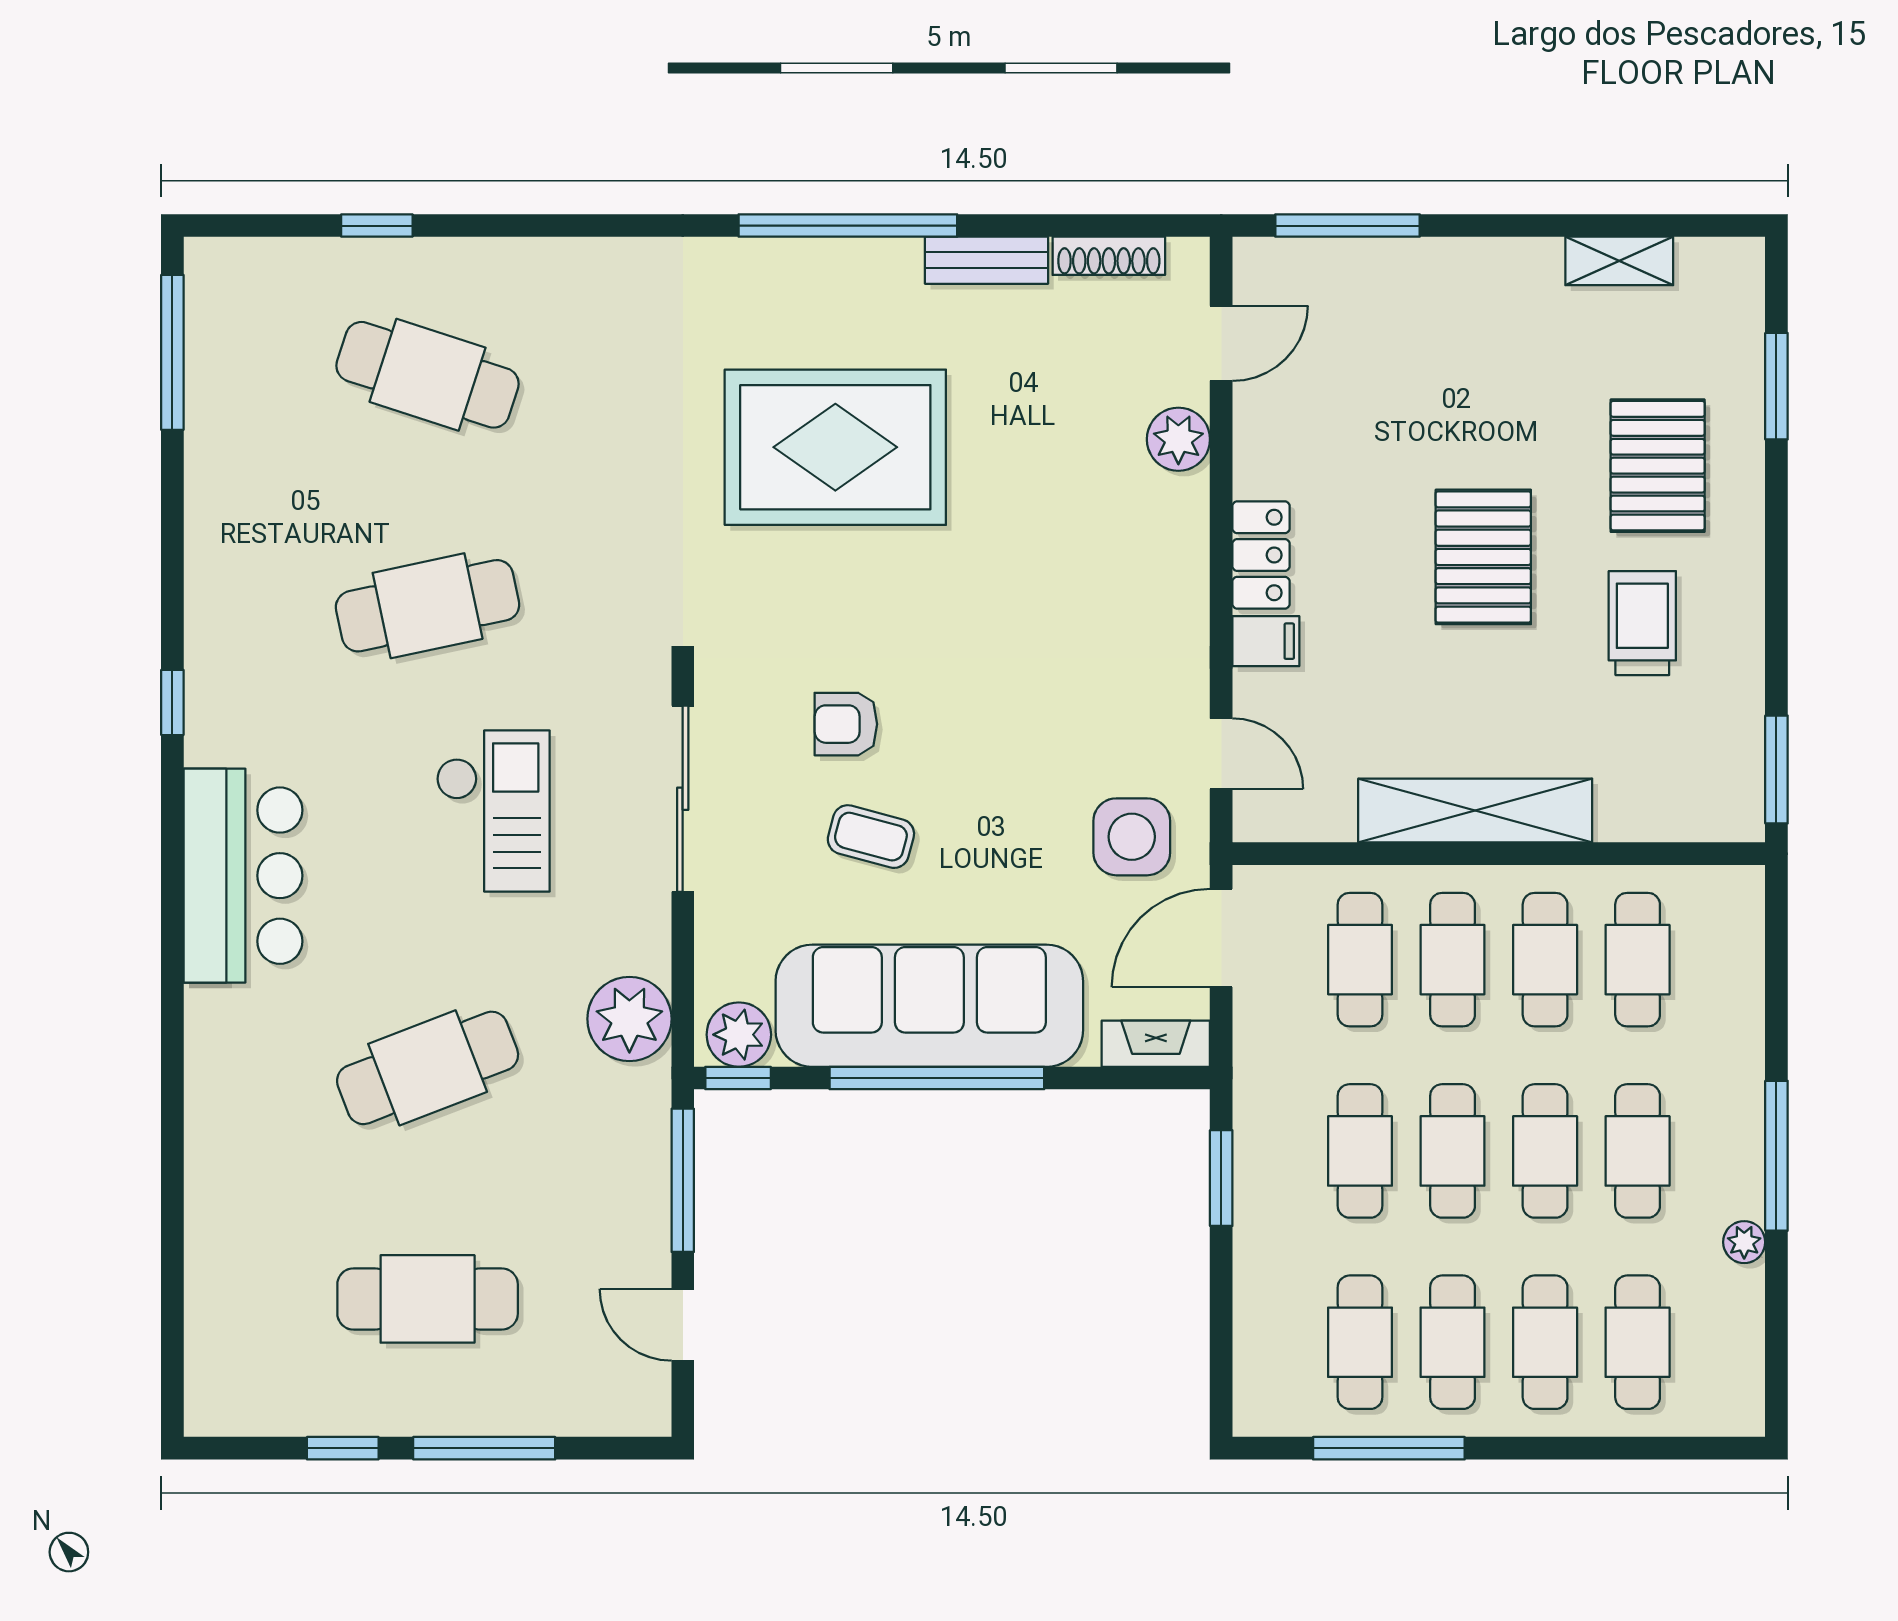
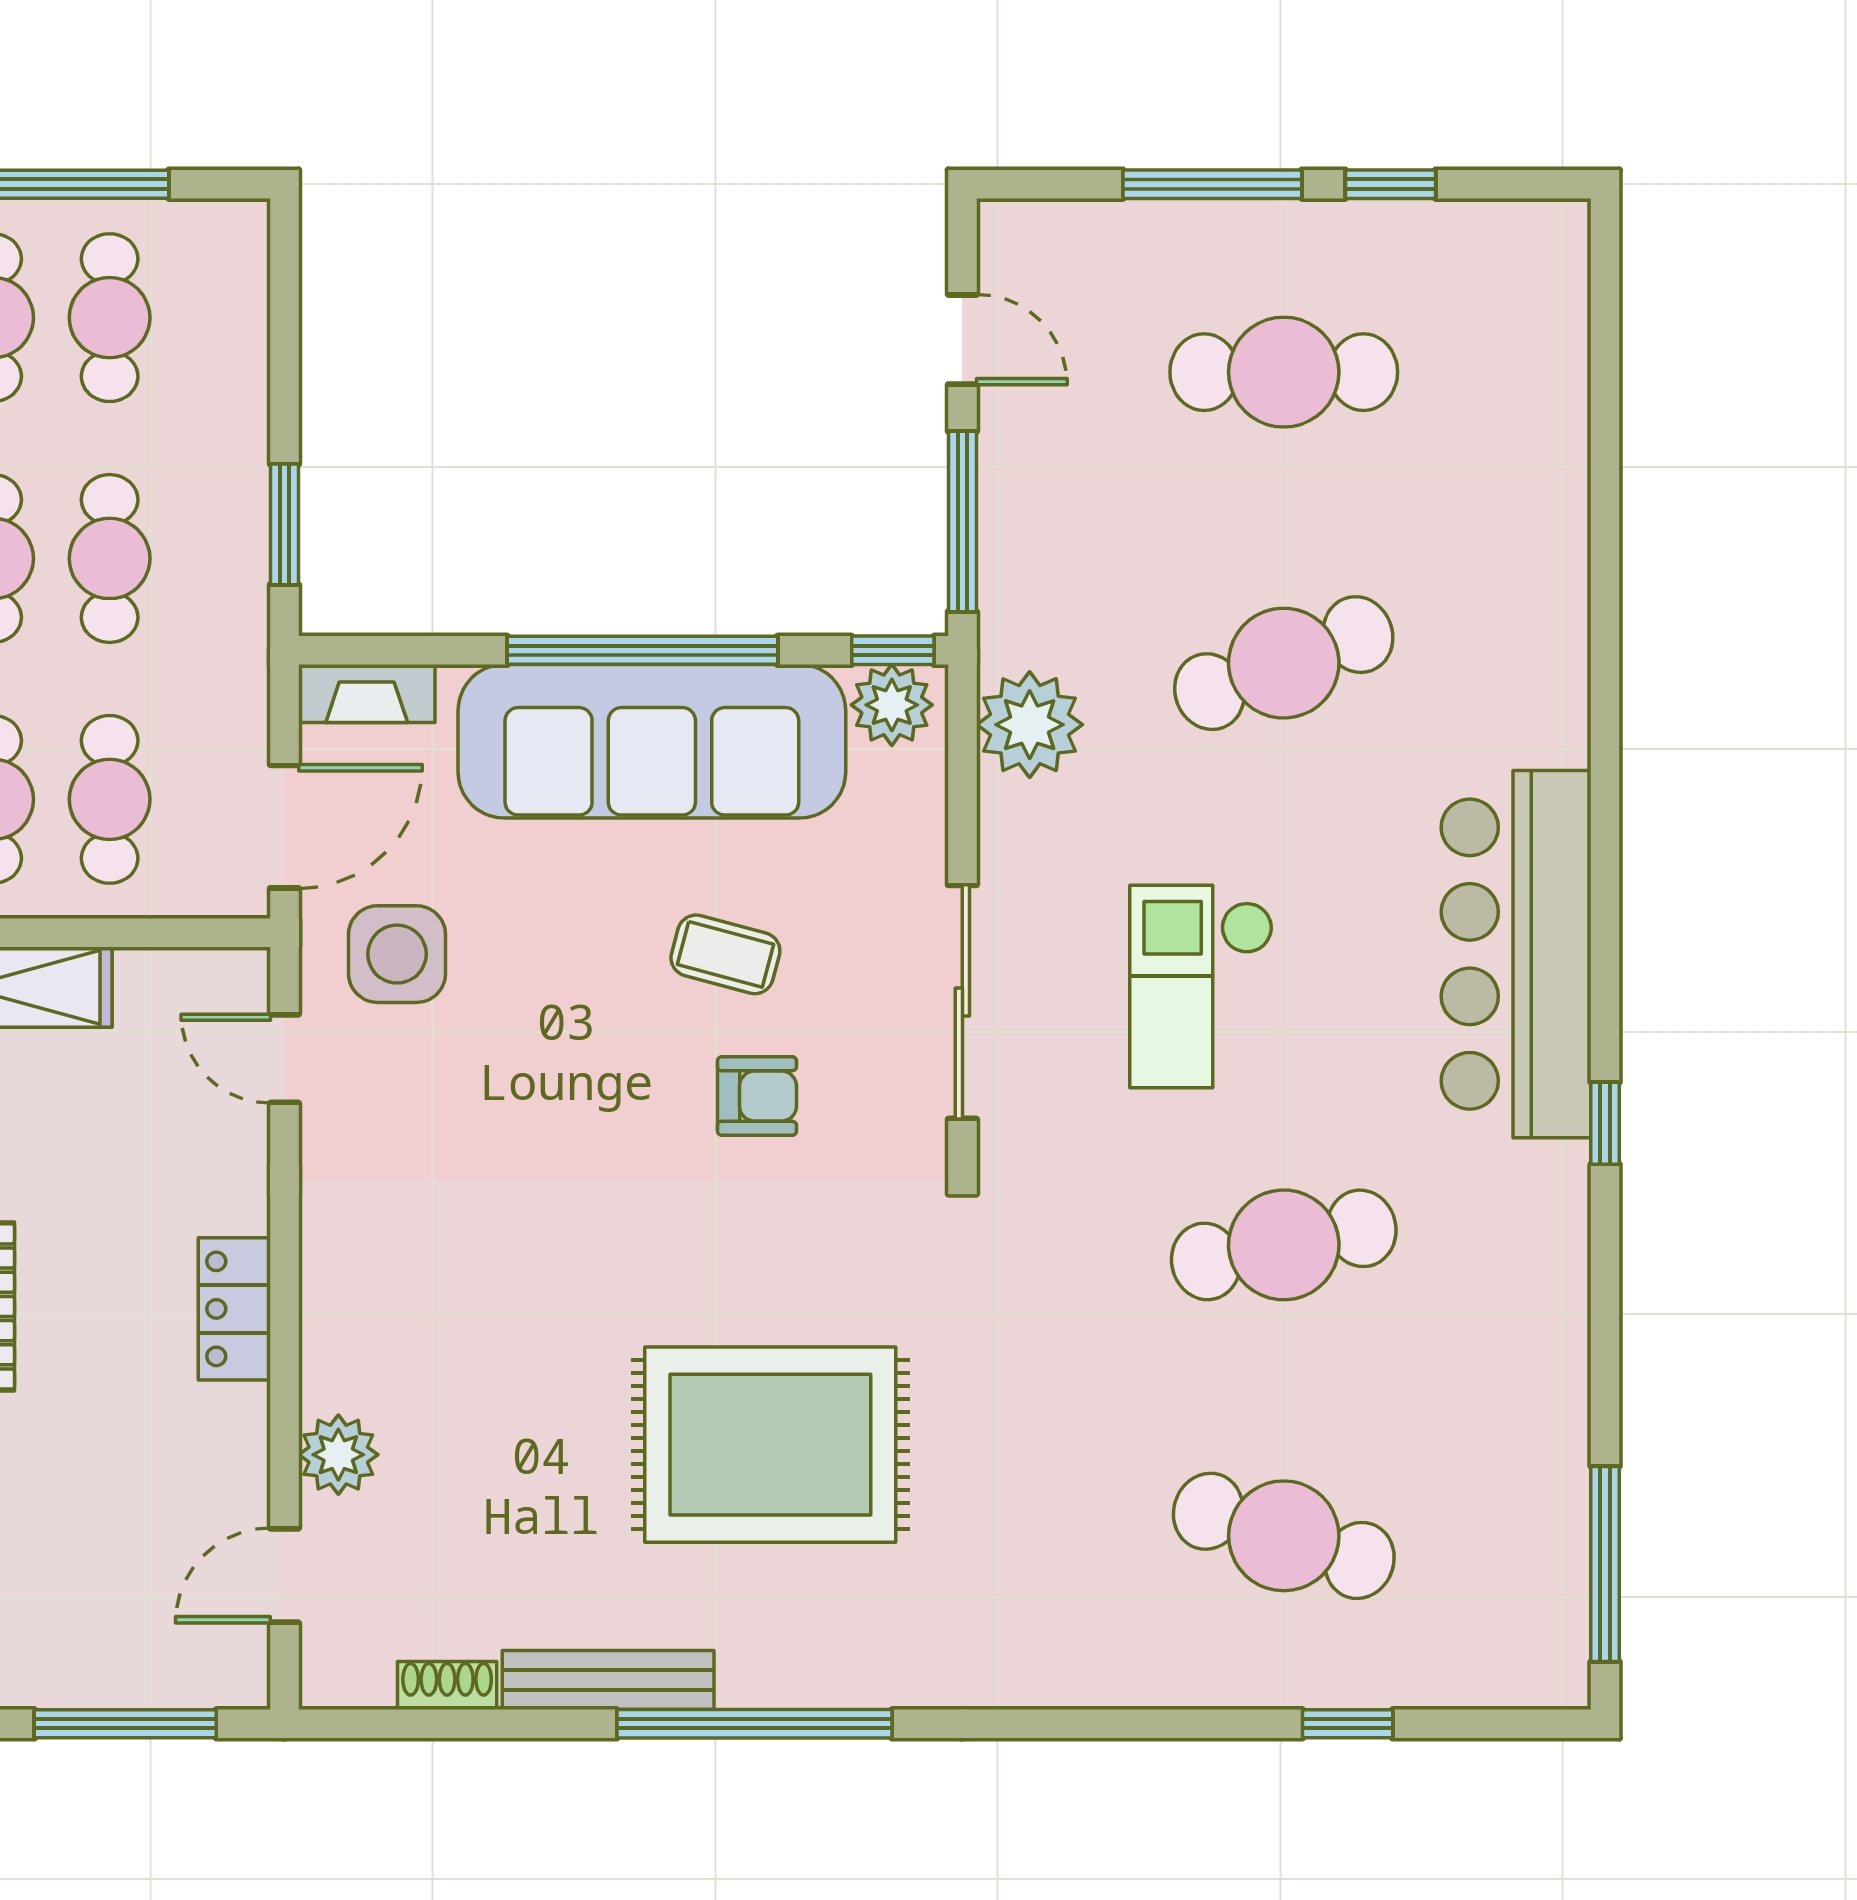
shoe rack: (1109, 256) -> (447, 1686), width x0.70
bench: (987, 260) -> (608, 1680), width x1.36
filing cabinet: (1266, 641) -> (228, 1200), removed
bar counter: (243, 876) -> (1516, 954), width x1.36

